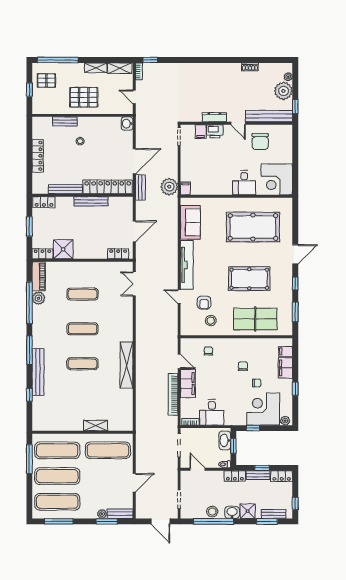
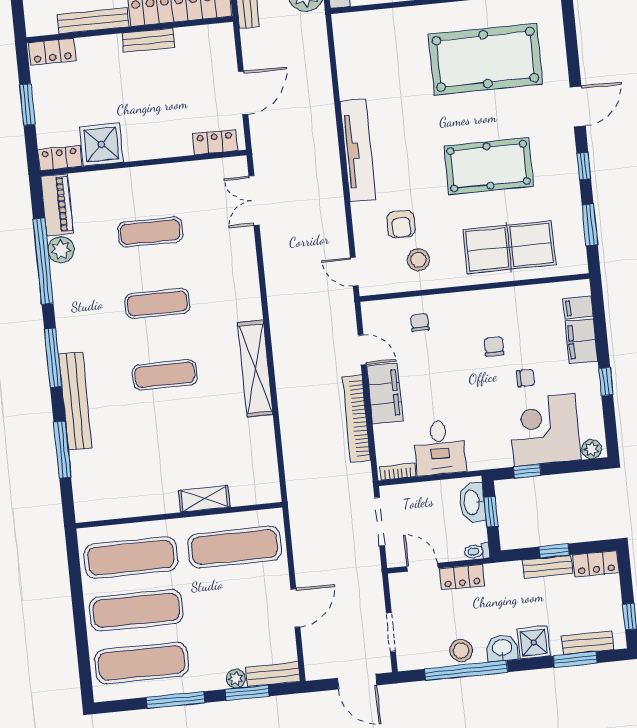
bench: (91, 201) -> (148, 40), width x0.73
sofa: (190, 222) -> (356, 63), removed
door: (179, 297) -> (354, 272), moved
window: (29, 395) -> (62, 450), width x2.17
window: (29, 459) -> (76, 581), removed
locker: (235, 476) -> (462, 577), moved
window: (59, 521) -> (175, 700), moved

